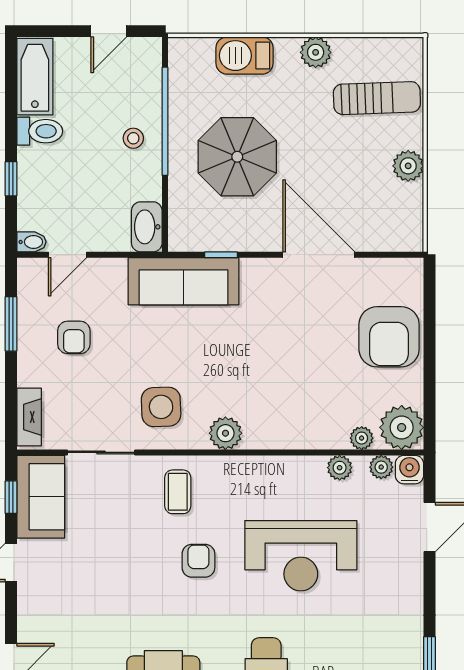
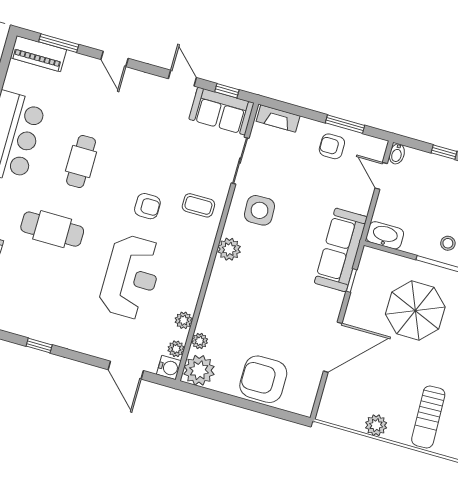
armchair: (74, 337) -> (332, 146), moved
reception desk: (301, 556) -> (131, 277), turned 180

